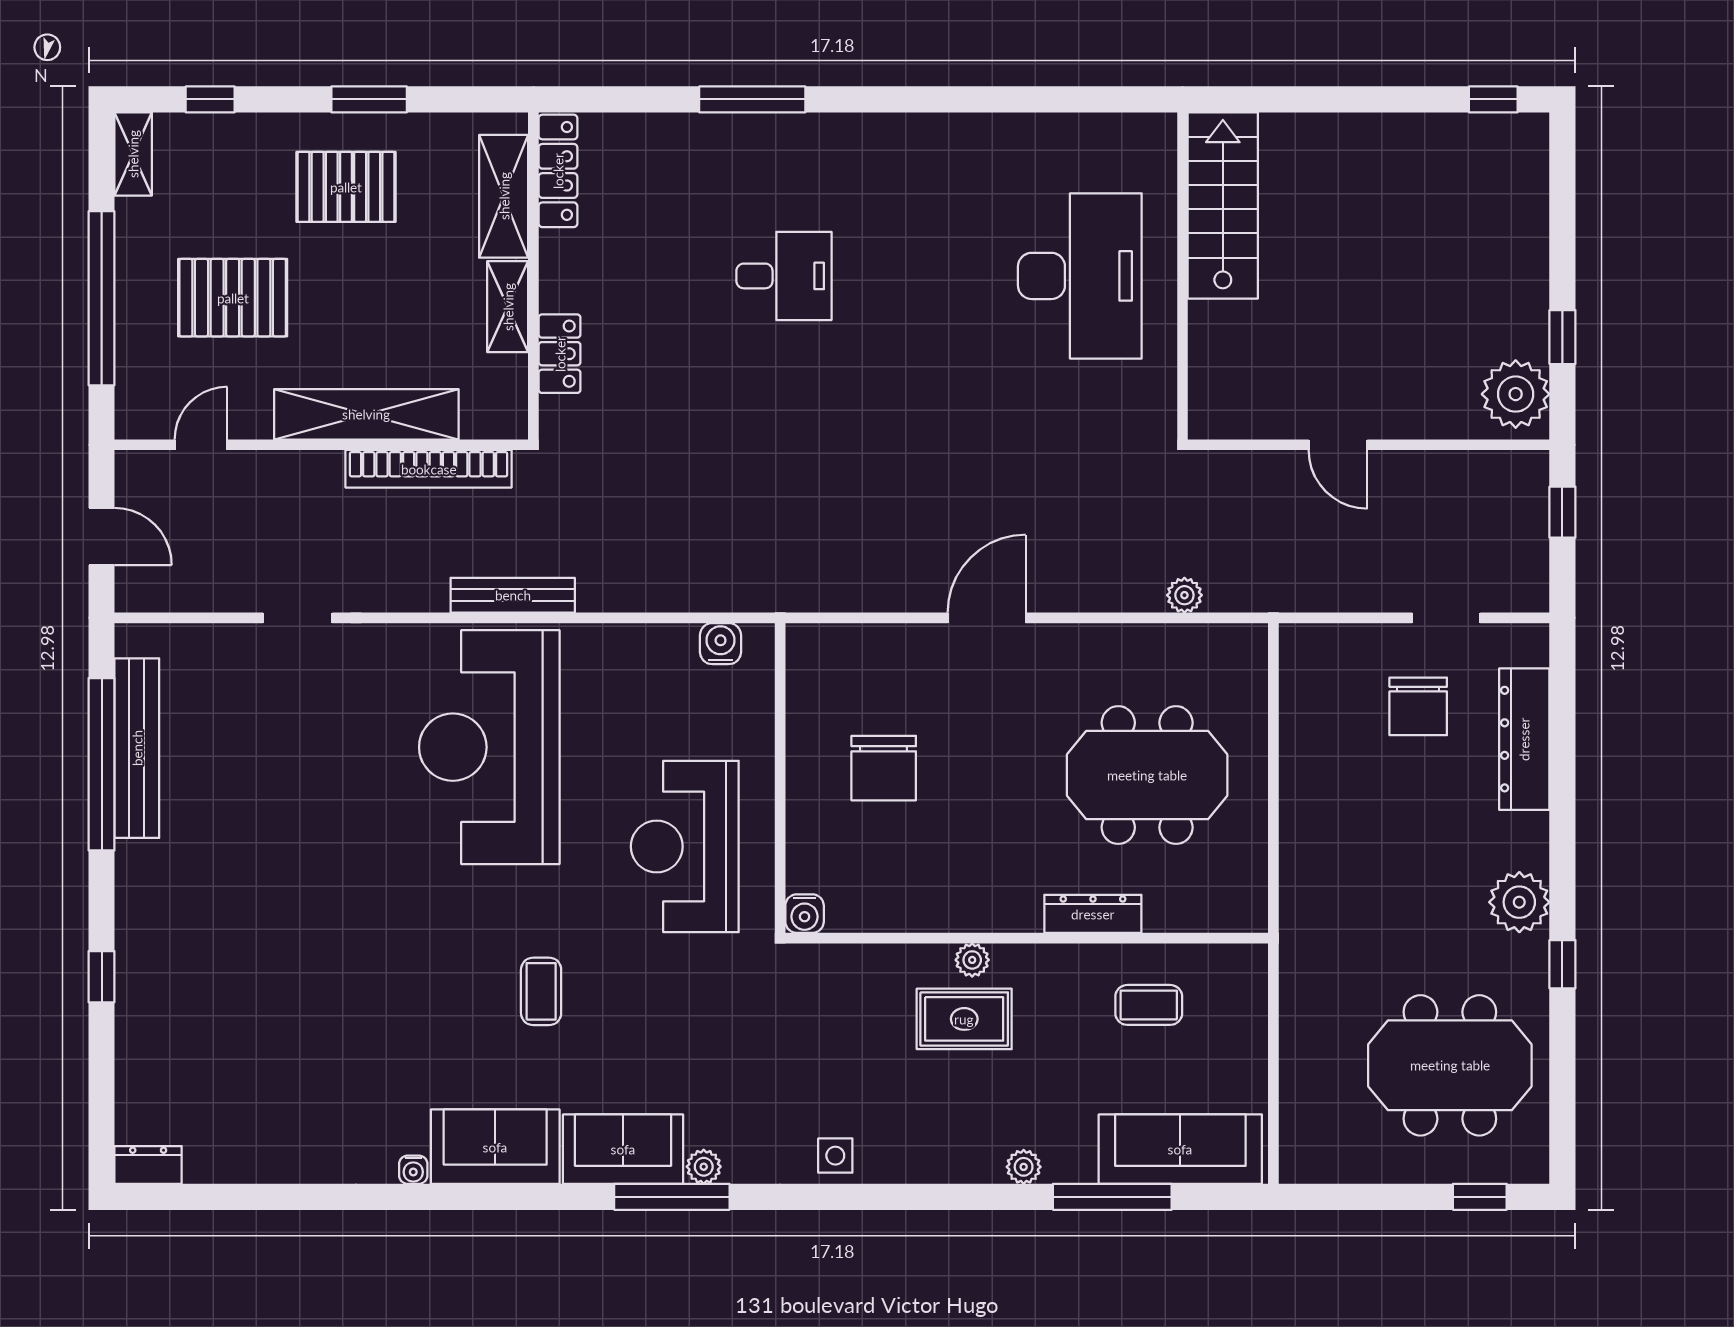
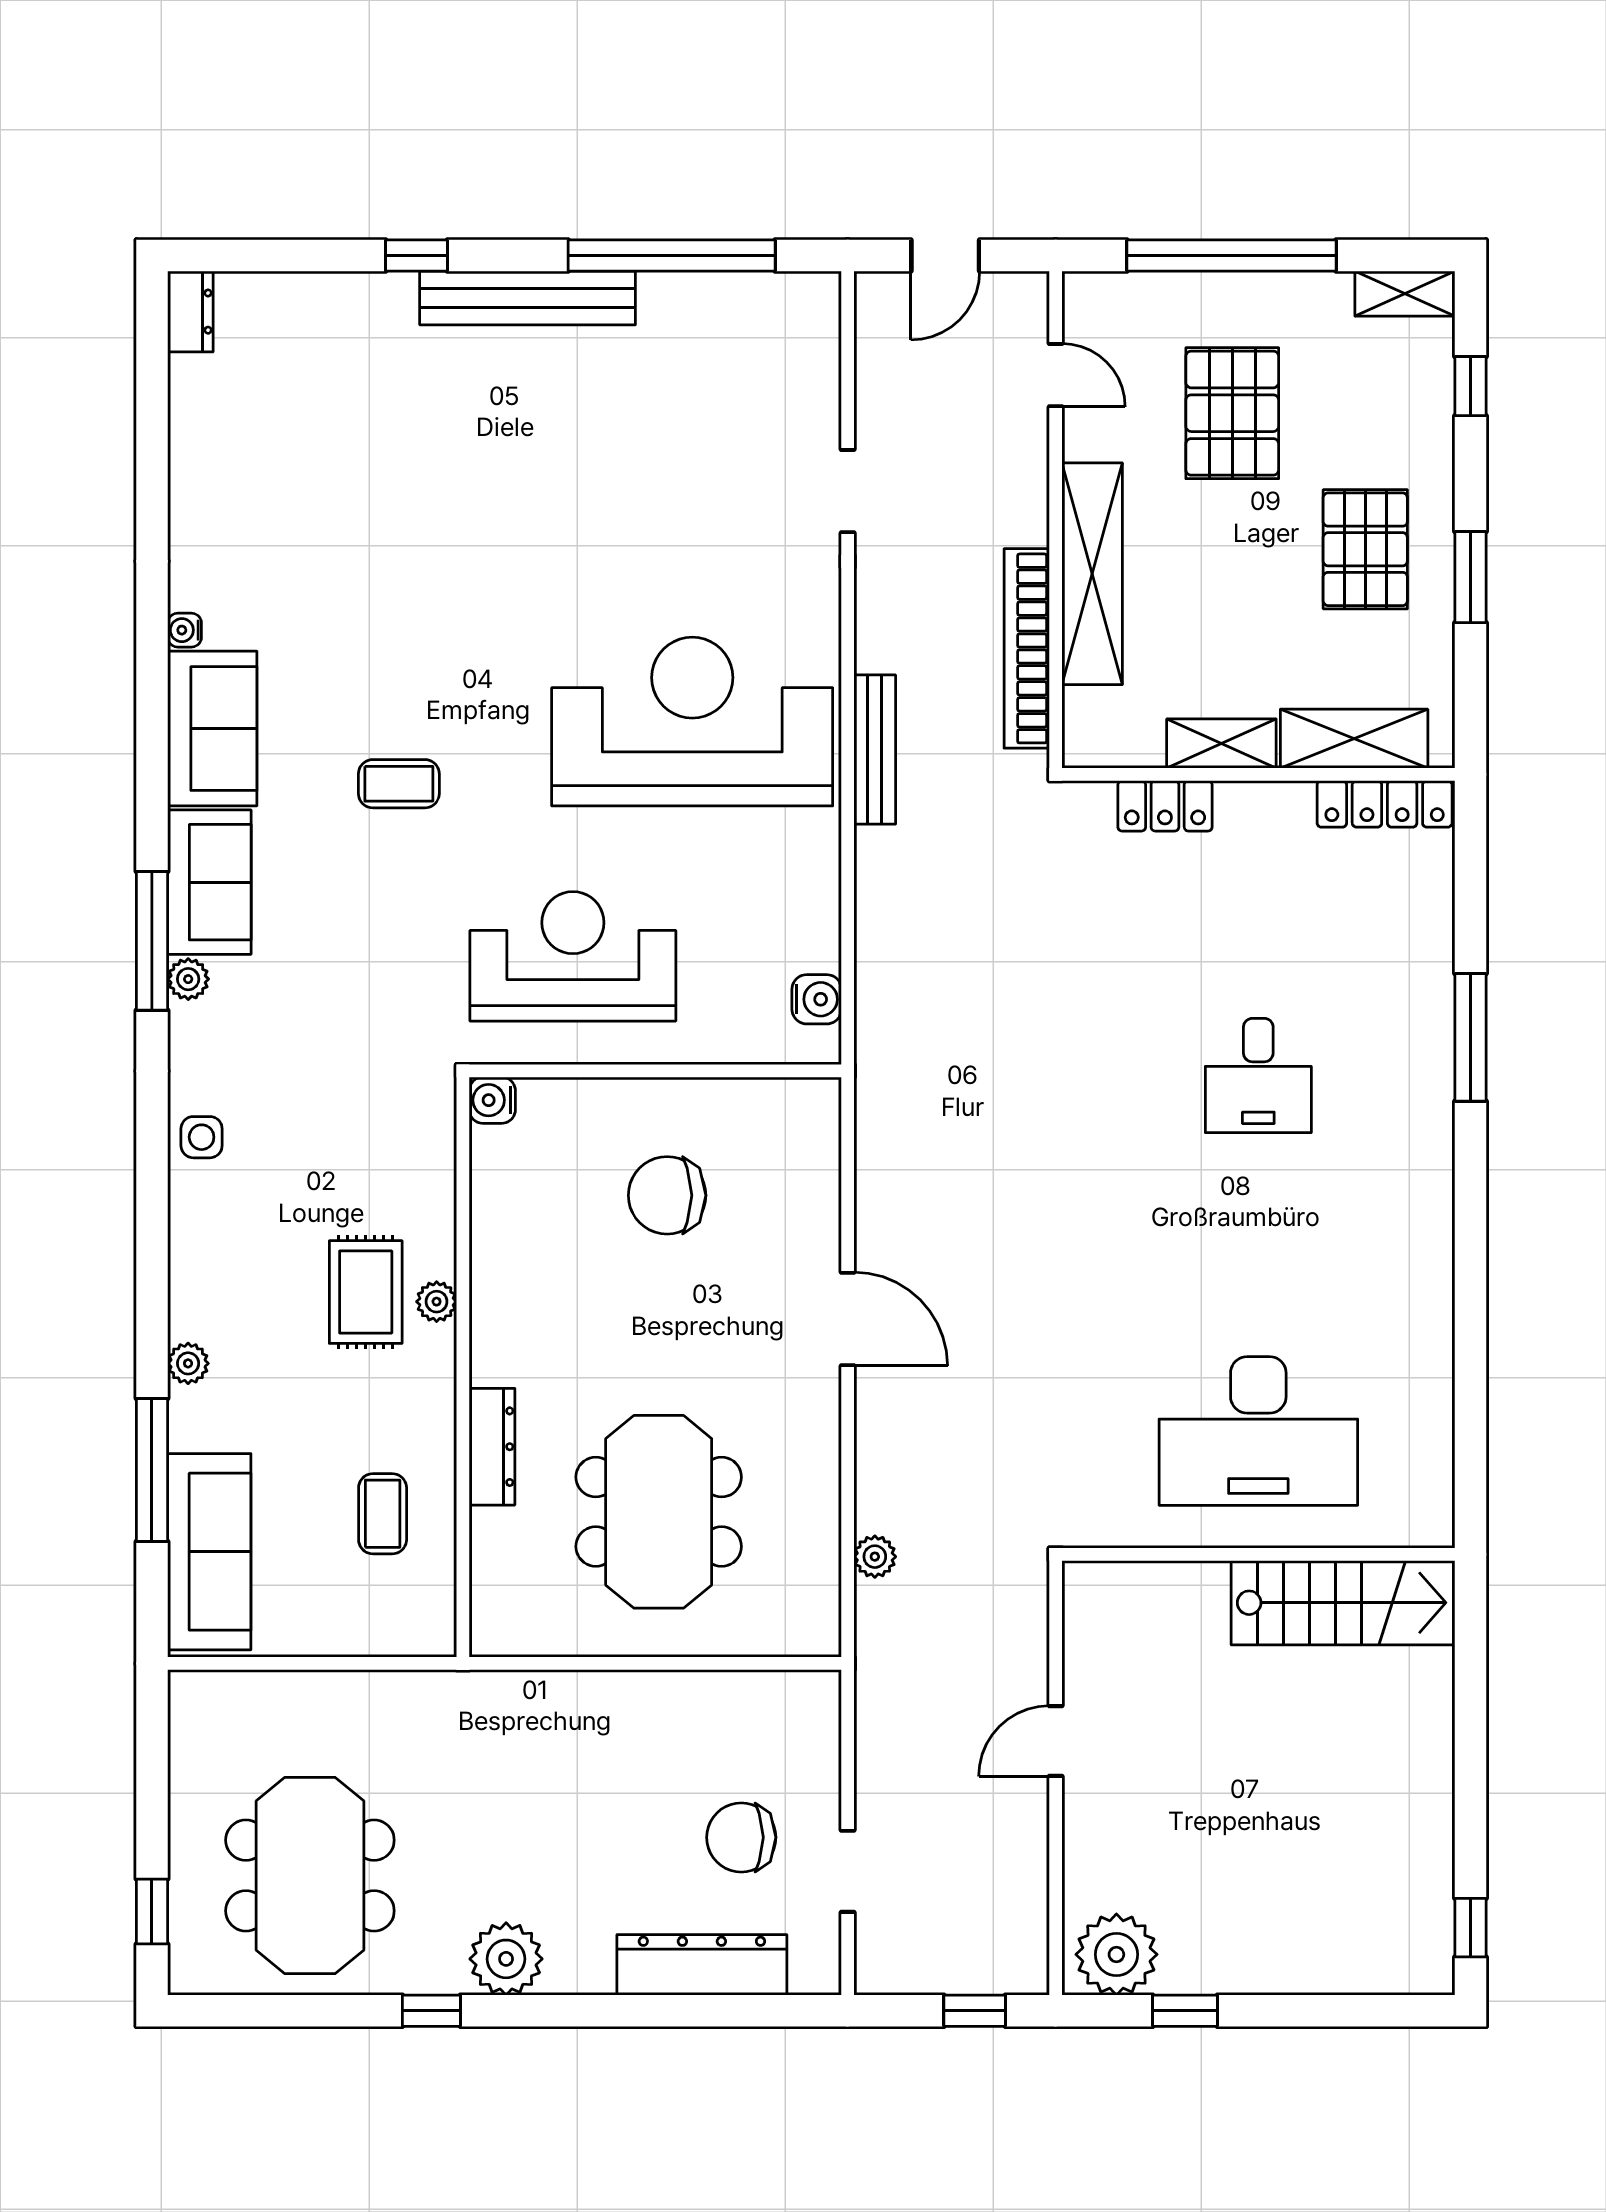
bench: (137, 748) -> (528, 298), moved

